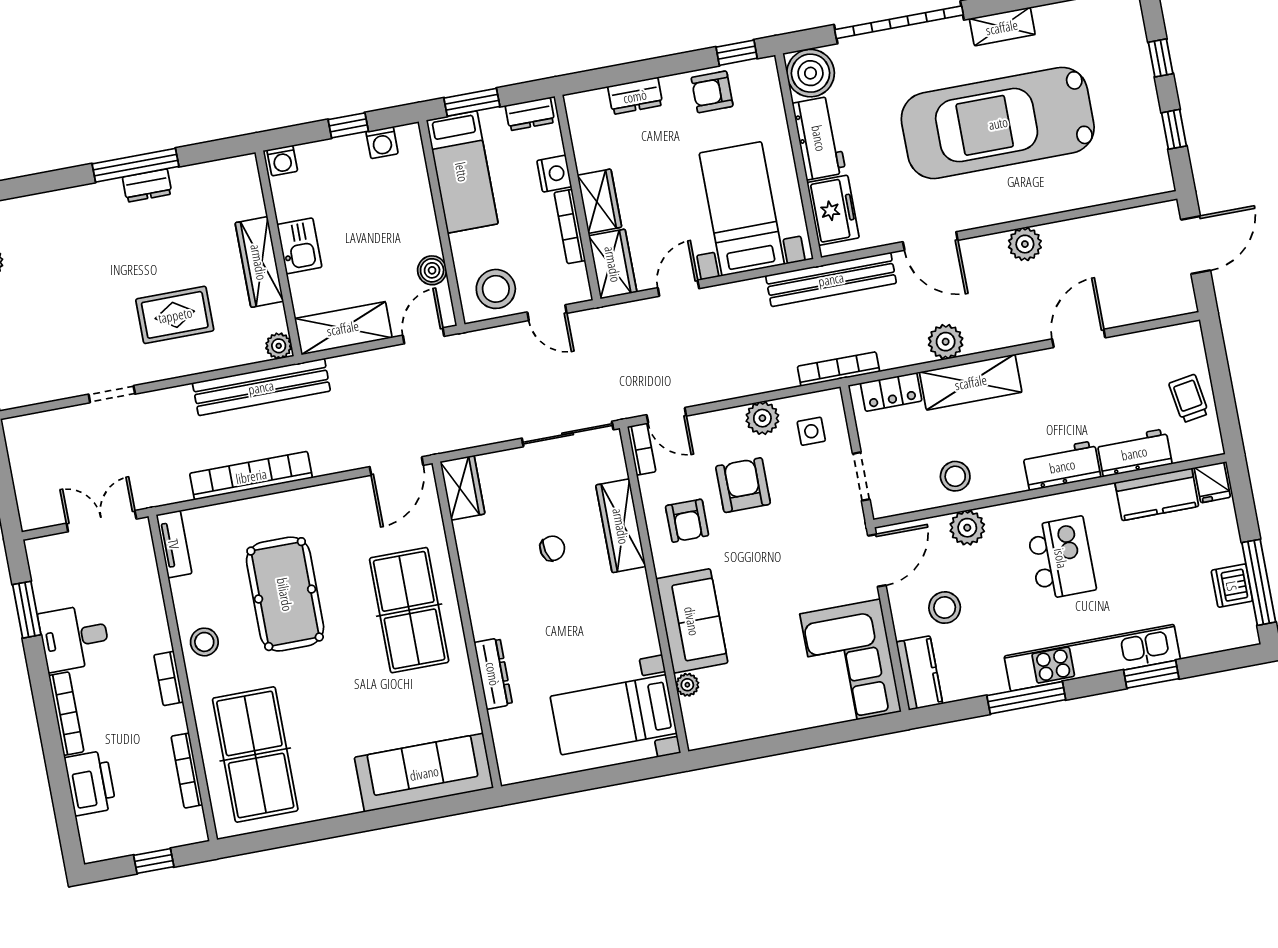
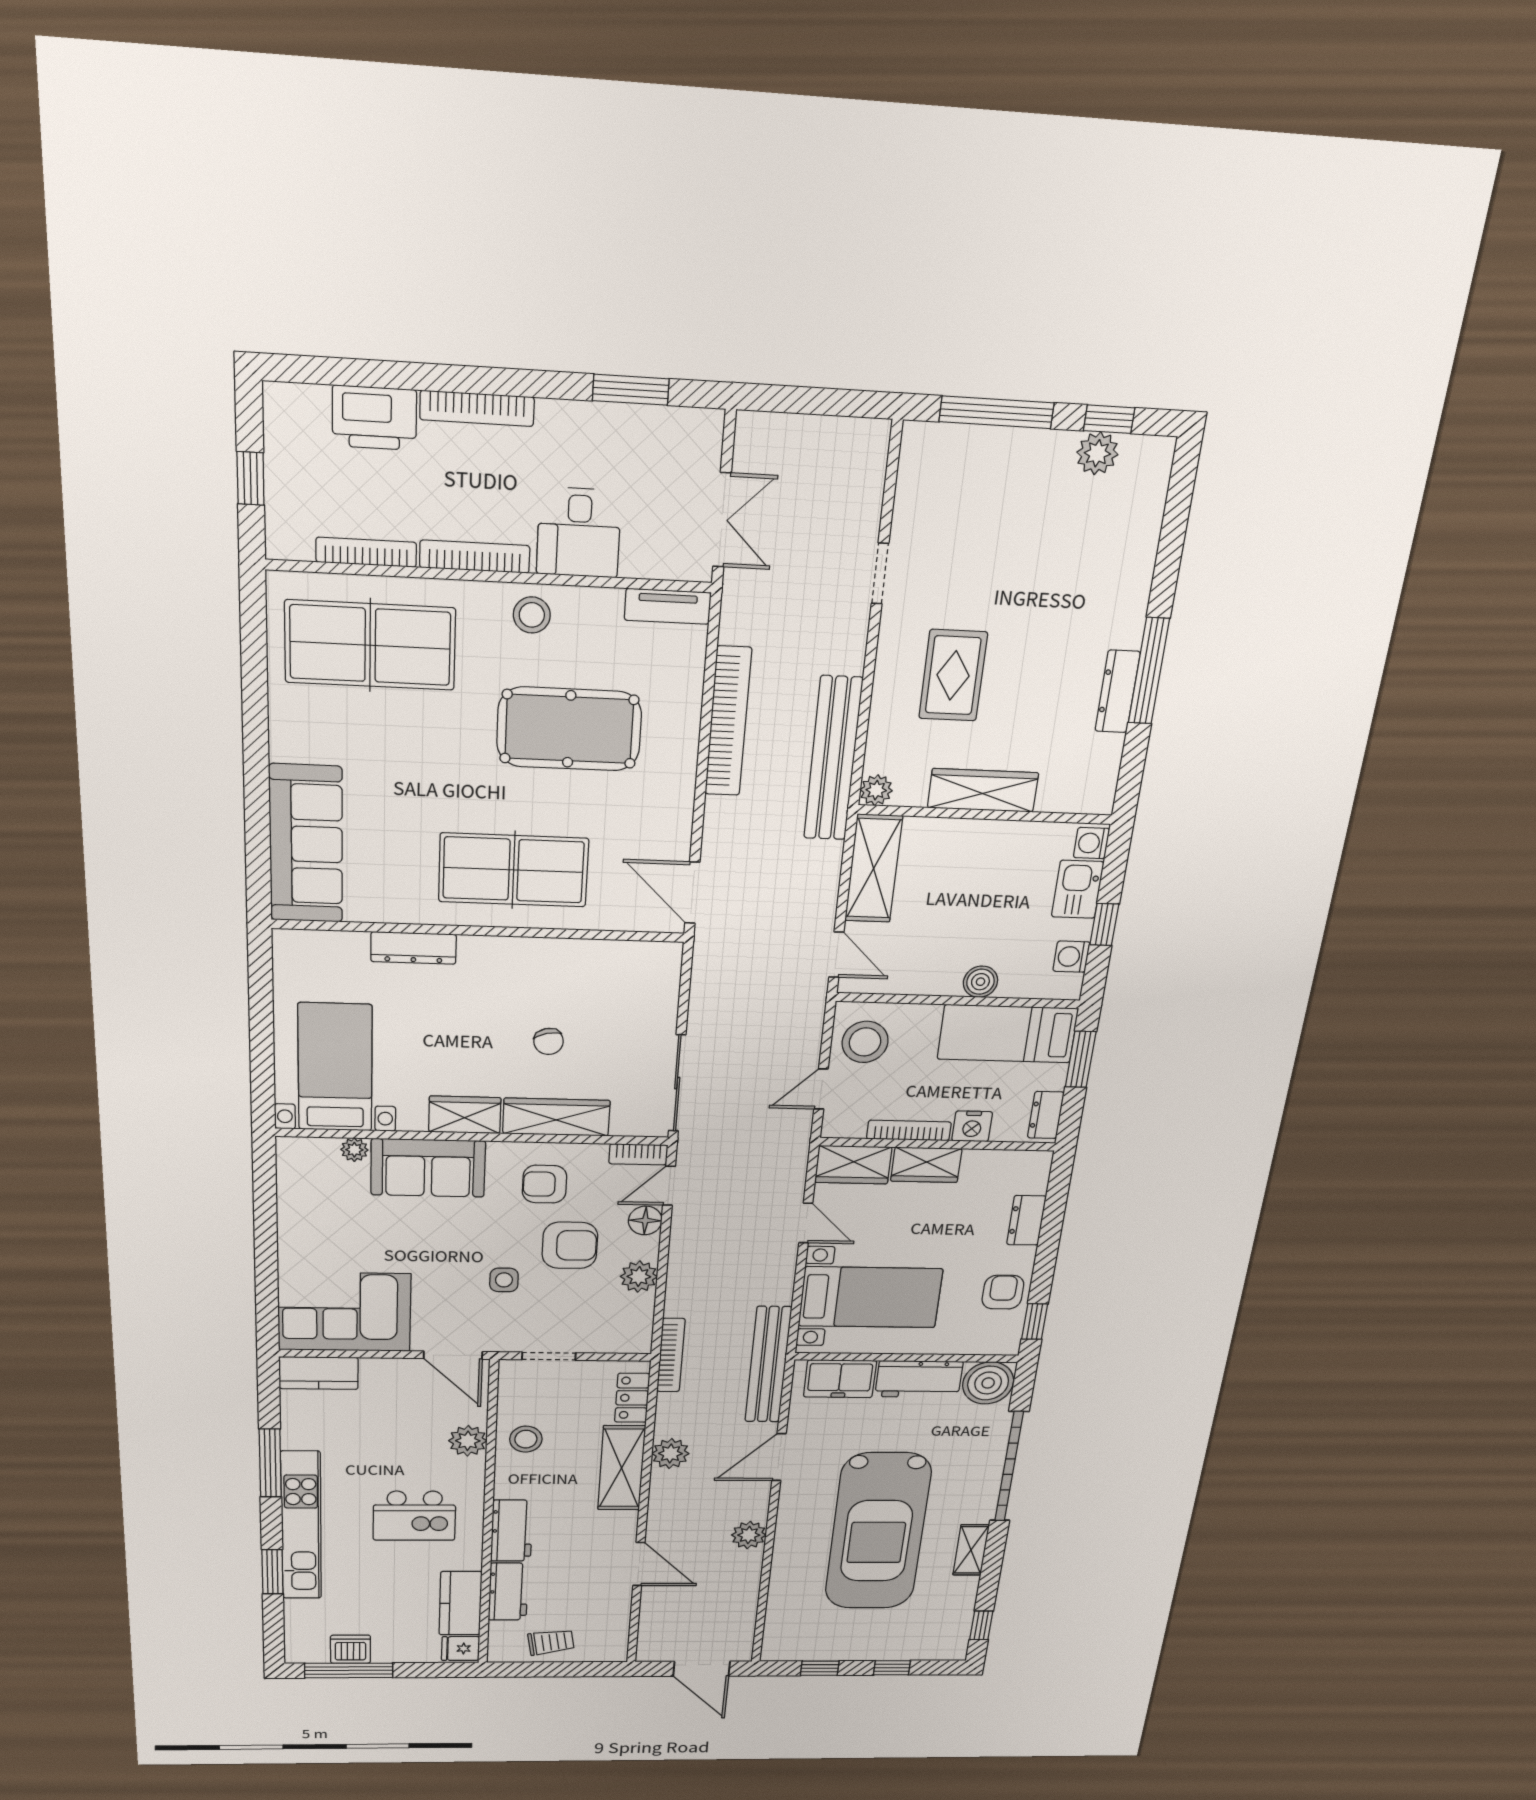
car: (998, 123) -> (878, 1532), turned 180
dresser: (147, 186) -> (1118, 691), width x1.44
kitchen sink: (299, 246) -> (1078, 889), moved, turned 90
boiler: (432, 270) -> (980, 982), moved
floor lamp: (705, 427) -> (645, 1220), added
side table: (811, 431) -> (504, 1280), moved
wardrobe: (462, 488) -> (465, 1115), moved, turned 180
stool: (945, 608) -> (386, 1407), removed
desk: (74, 638) -> (579, 532), moved, turned 180
bookcase: (169, 678) -> (475, 557), width x1.56

